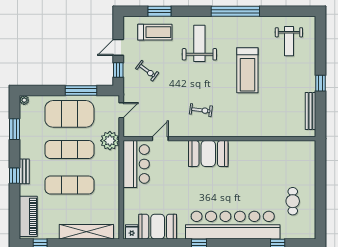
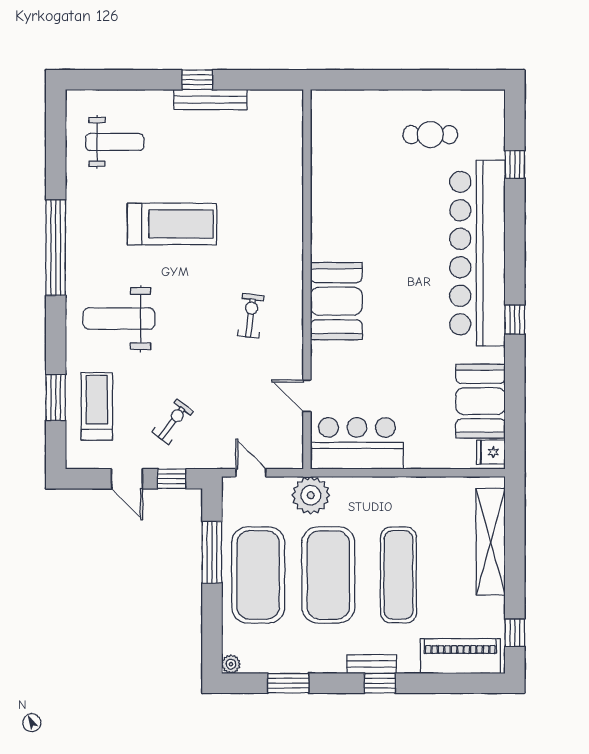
bench: (310, 111) -> (211, 100), moved
exercise mat: (69, 149) -> (328, 575), width x1.47

